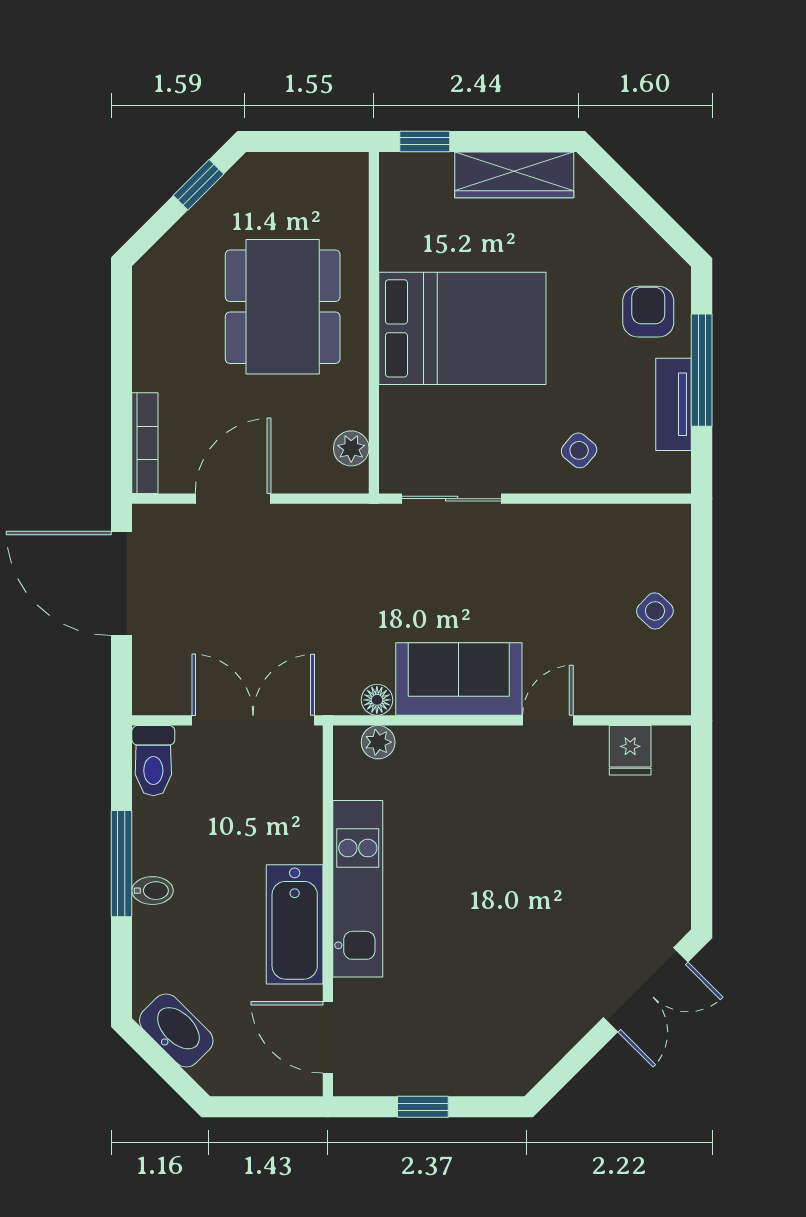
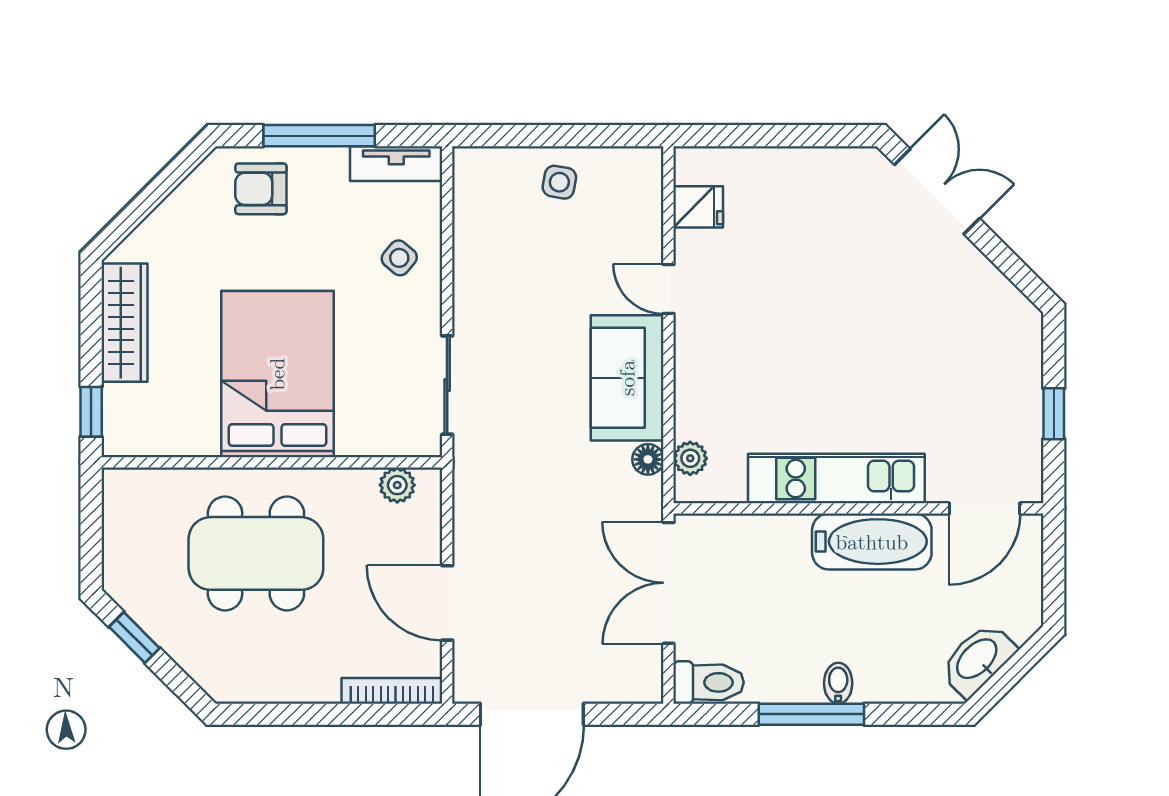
tv unit: (674, 404) -> (396, 164), moved
side table: (655, 611) -> (559, 182), turned -33

